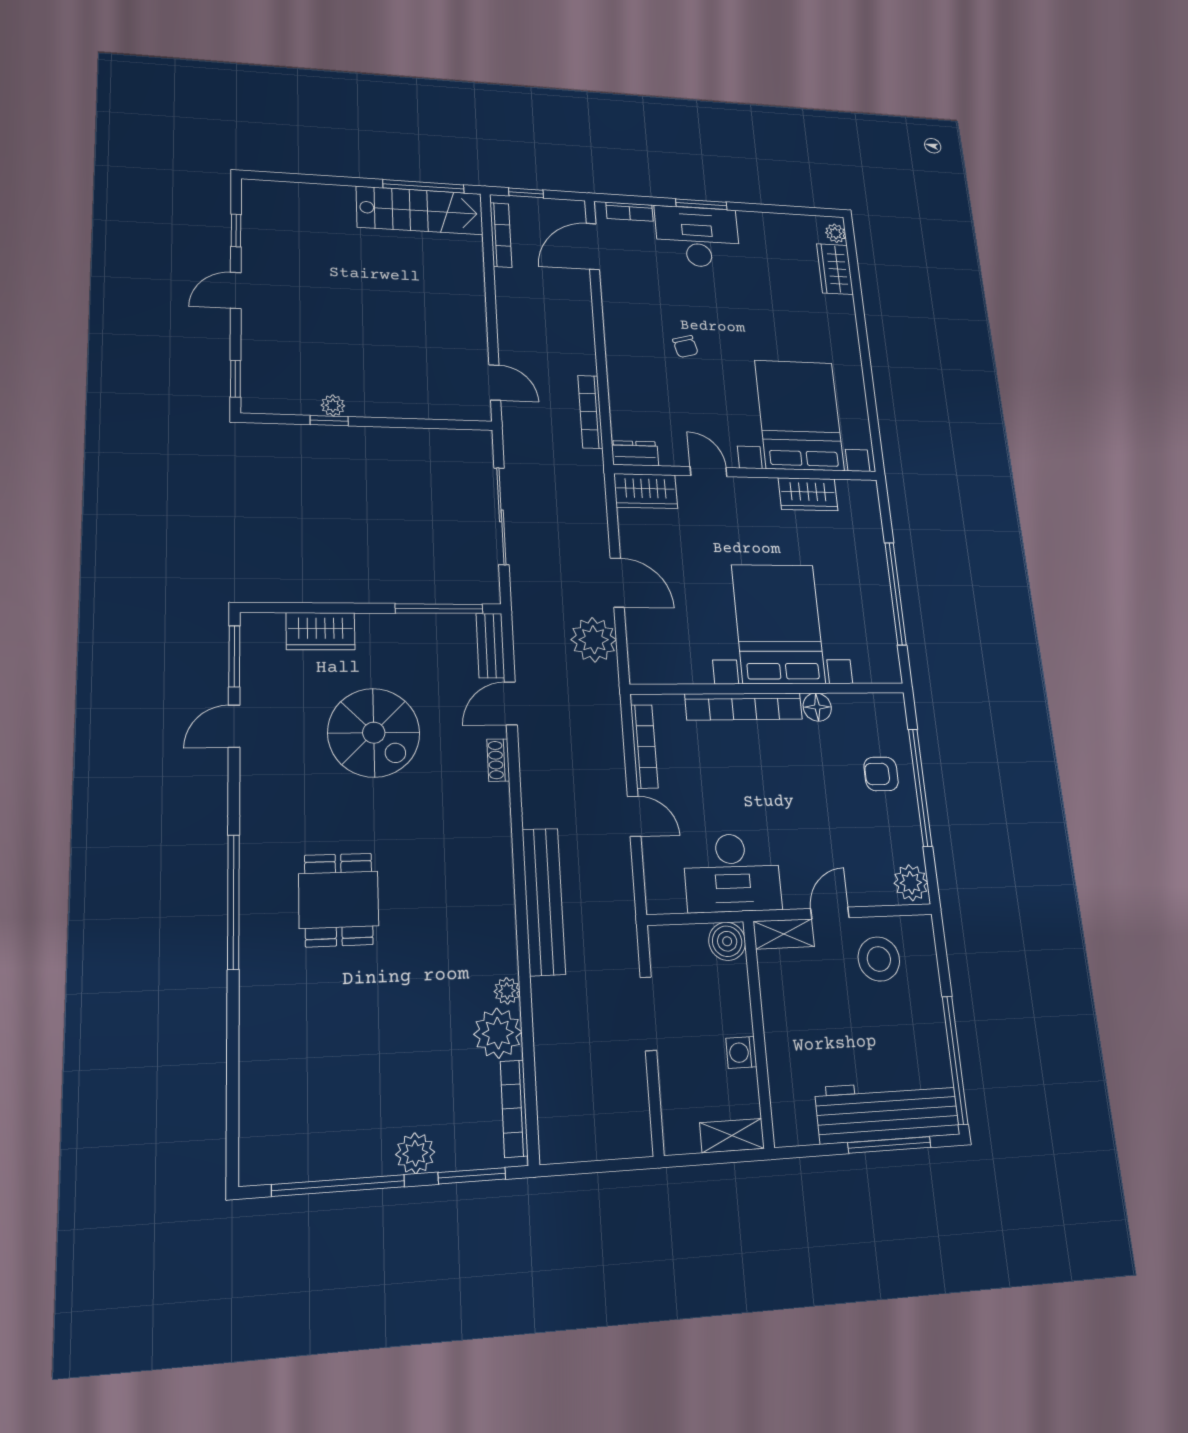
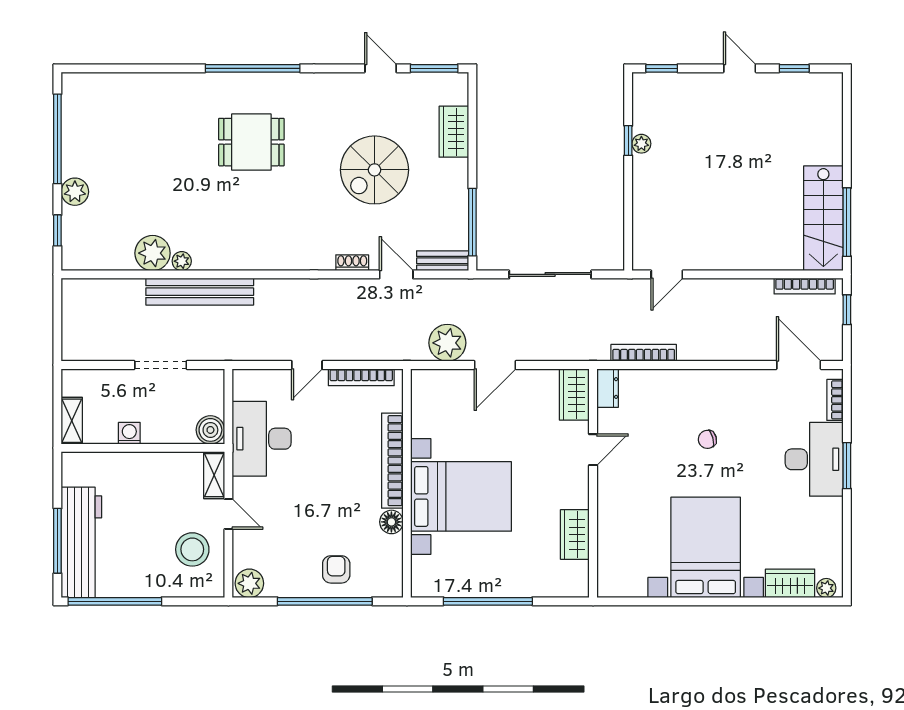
bed with nightstands: (799, 415) -> (706, 547), moved, turned -90
bench: (544, 901) -> (200, 292), moved
bookcase: (514, 1108) -> (100, 262), removed
window: (472, 1176) -> (57, 230), width x0.67

